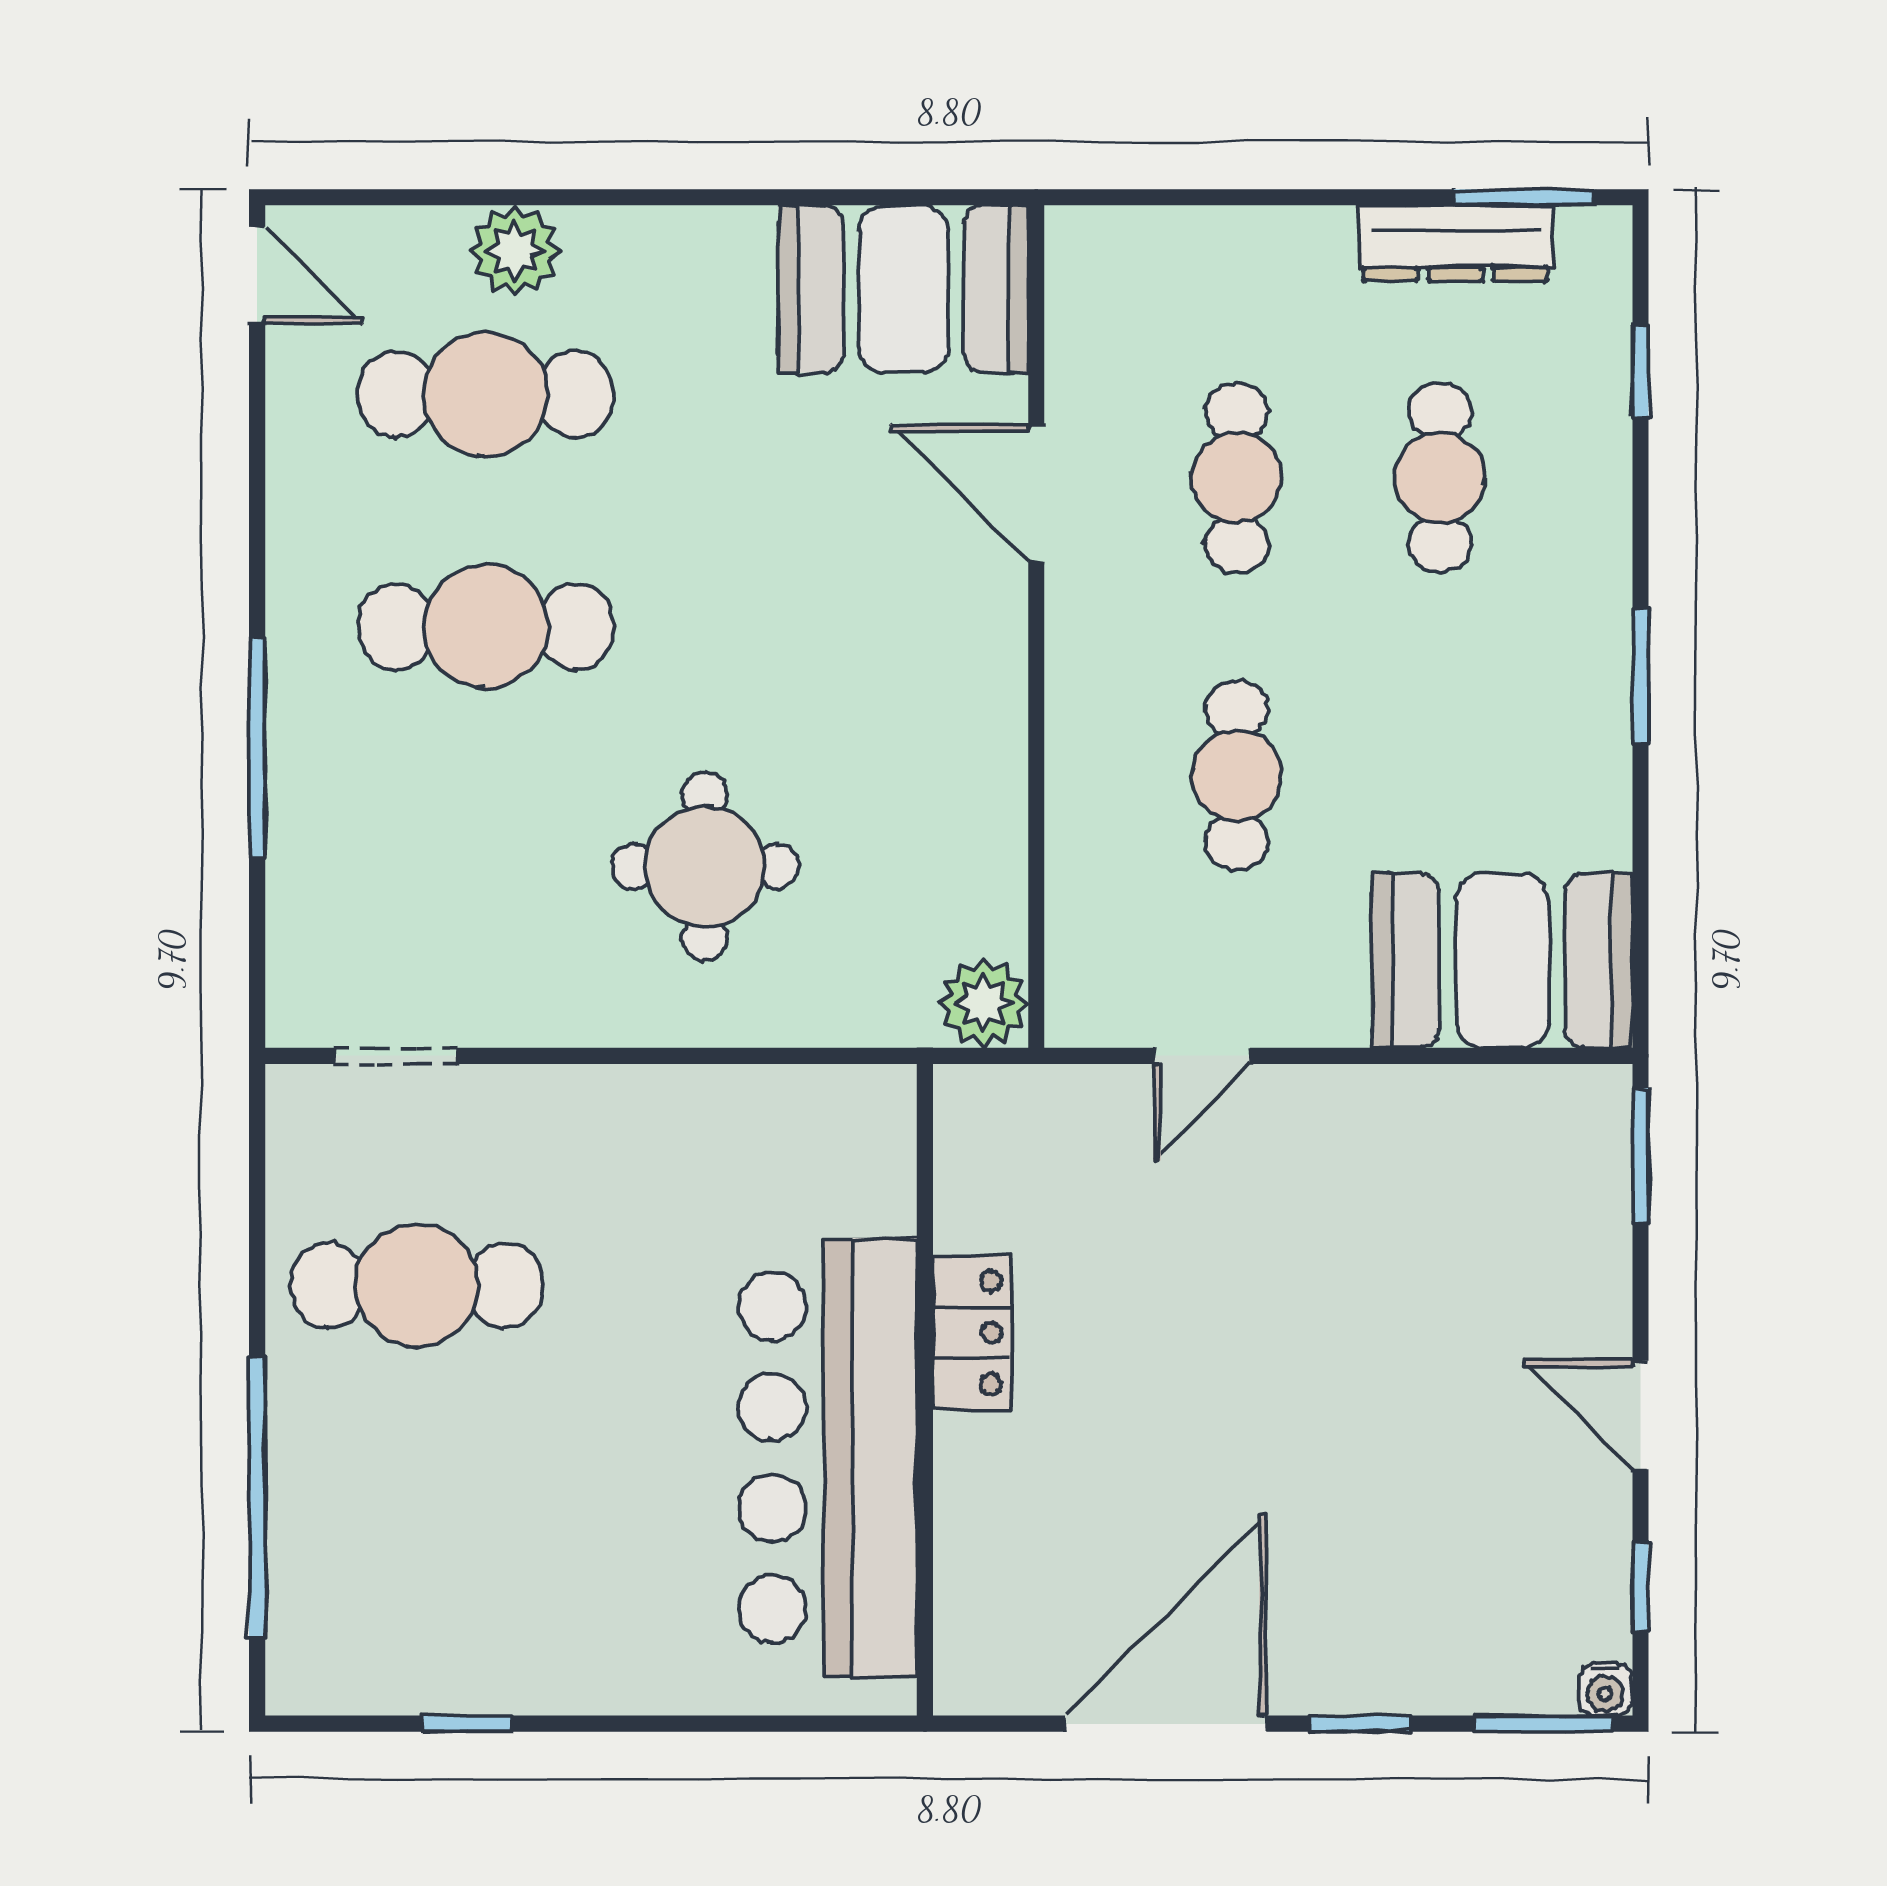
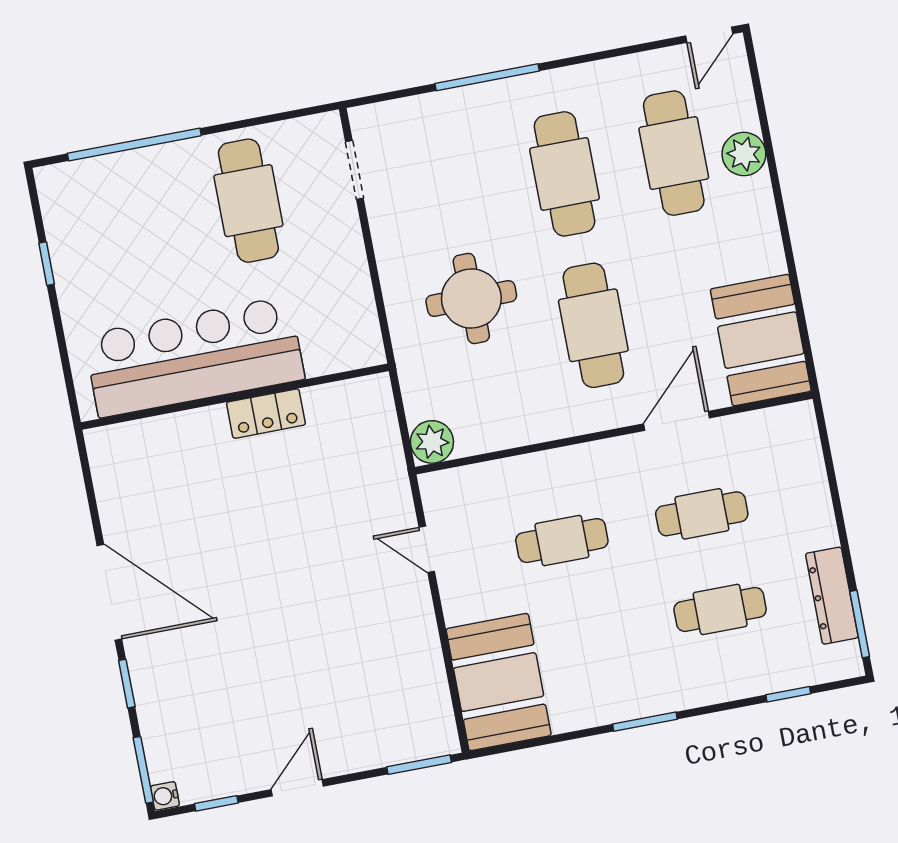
cafe table: (808, 627) -> (593, 325), added
locker: (972, 1333) -> (266, 414), moved
wall: (925, 1390) -> (235, 397), moved
bar counter: (828, 1458) -> (194, 357), moved

